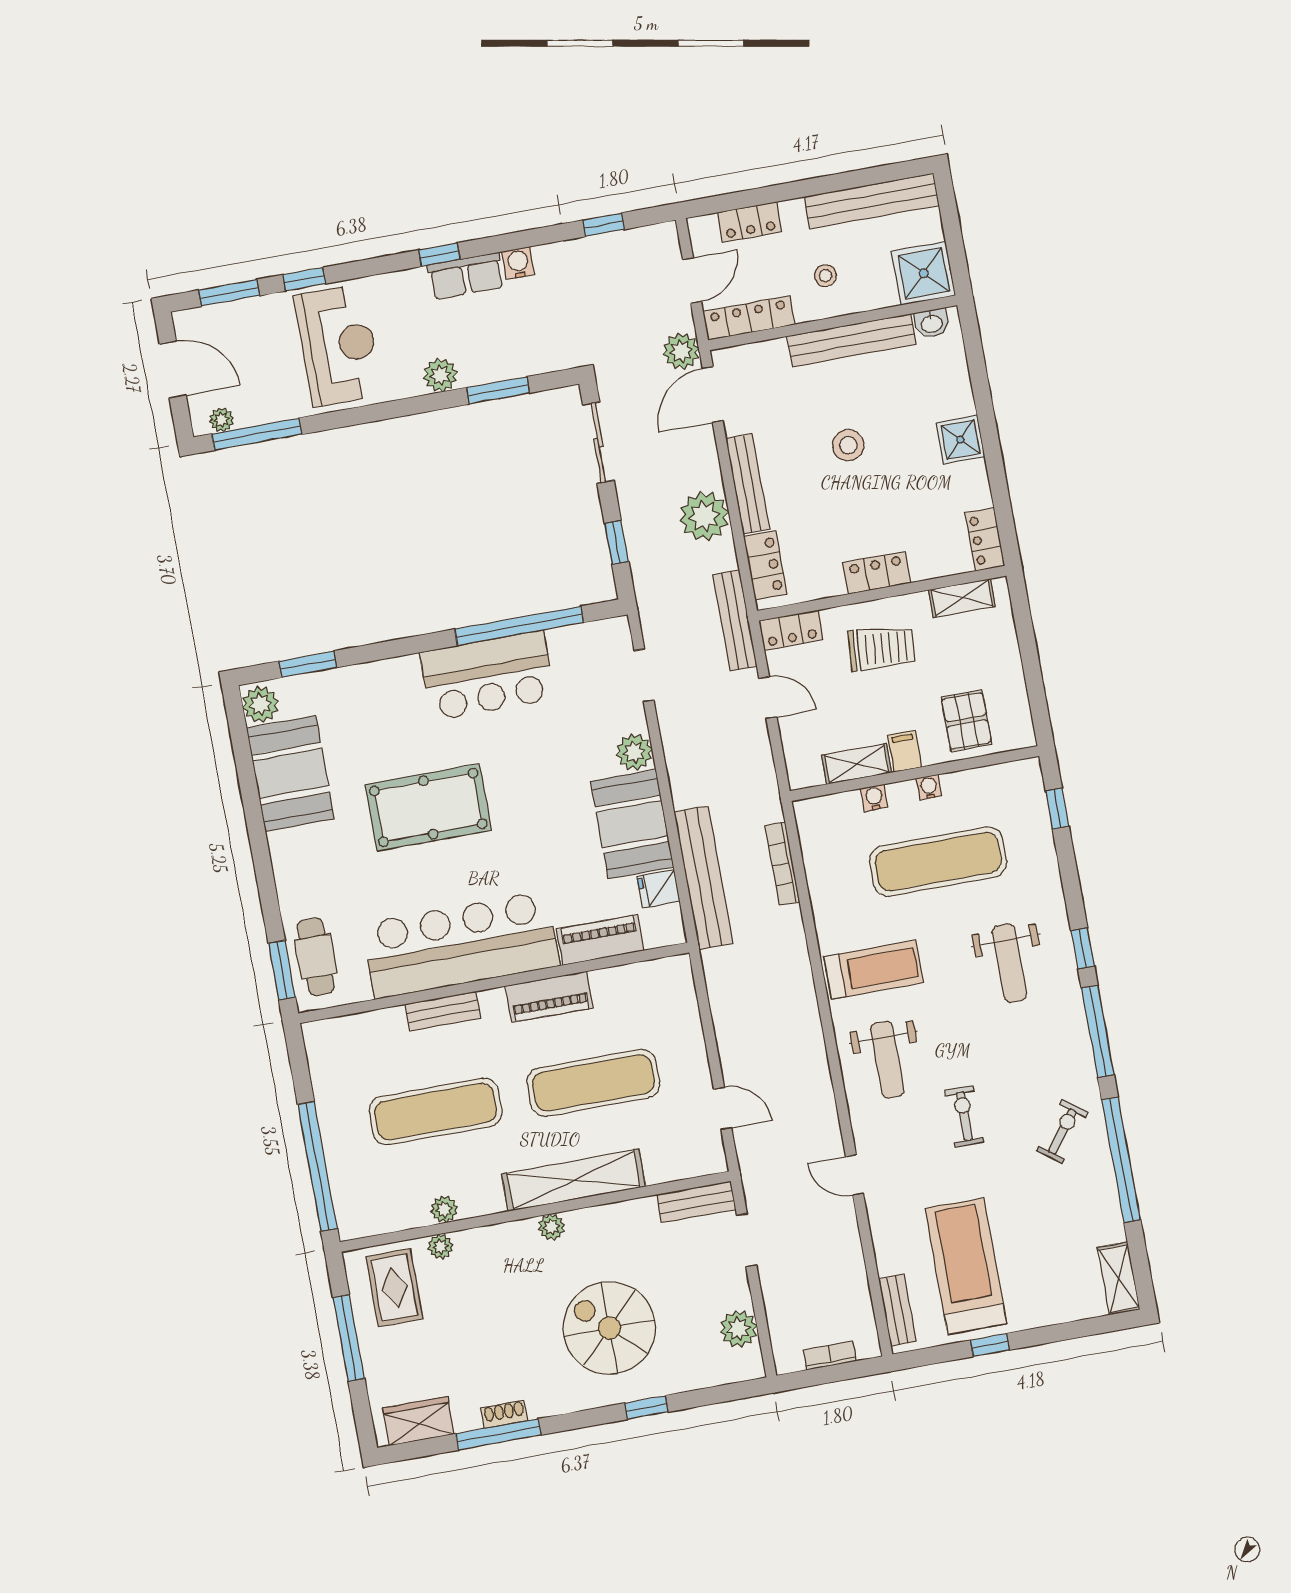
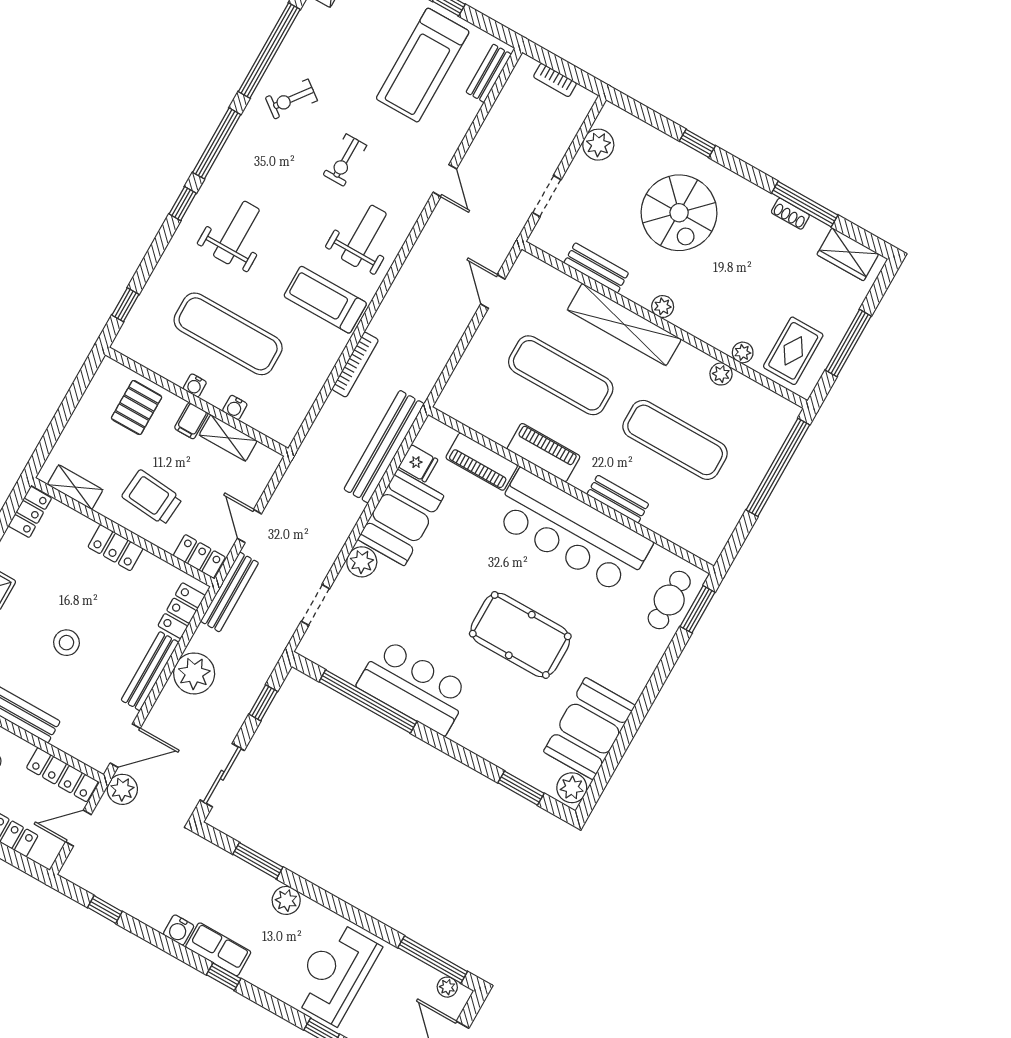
bookcase: (782, 864) -> (355, 365), moved
bench: (696, 1202) -> (596, 268), moved

